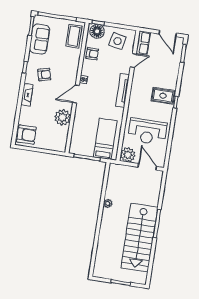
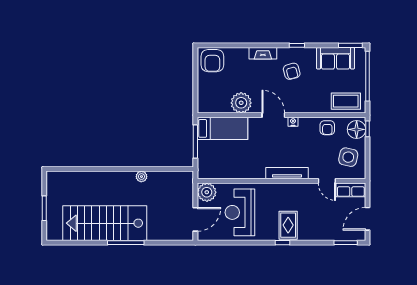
bed: (105, 139) -> (222, 128), moved

